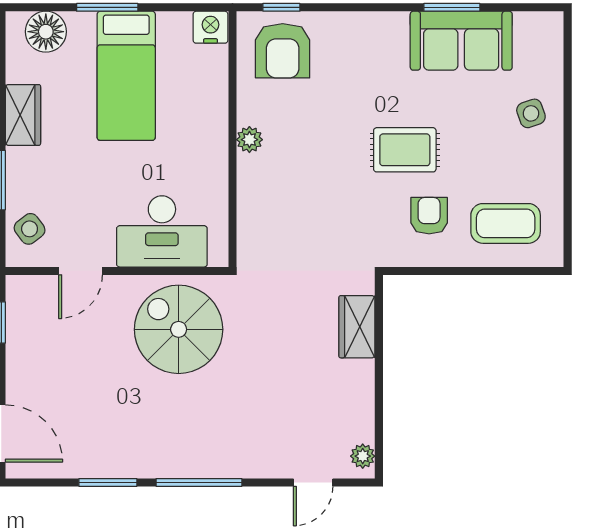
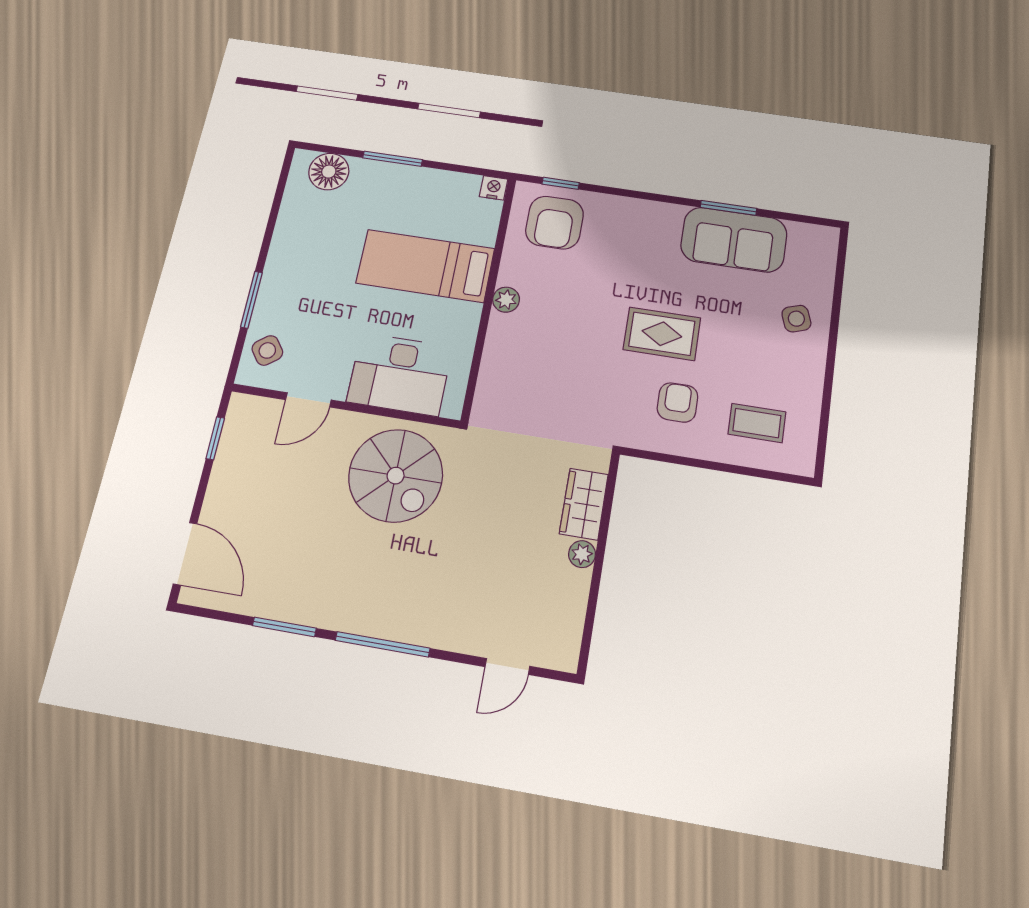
nightstand: (211, 27) -> (494, 188), width x0.72, depth x0.74
bed: (126, 76) -> (425, 266), moved, turned 90
wardrobe: (23, 115) -> (288, 243), removed
coffee table: (506, 223) -> (757, 423), width x0.73, depth x0.77
spiral stairs: (179, 329) -> (396, 476), turned 180
plant: (363, 456) -> (582, 554), moved

